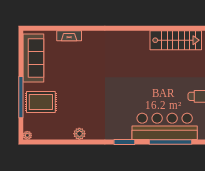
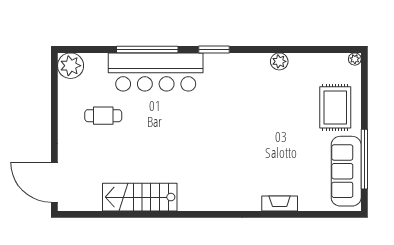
fireplace: (69, 36) -> (280, 204), moved
window: (21, 97) -> (364, 159), moved
rug: (41, 102) -> (335, 107), turned 90

